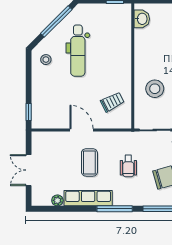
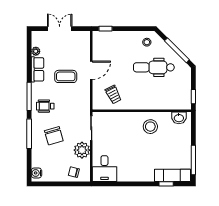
stool: (155, 89) -> (150, 127), moved
wheelchair: (128, 166) -> (45, 106), moved
row of seats: (88, 198) -> (37, 69), width x0.68

